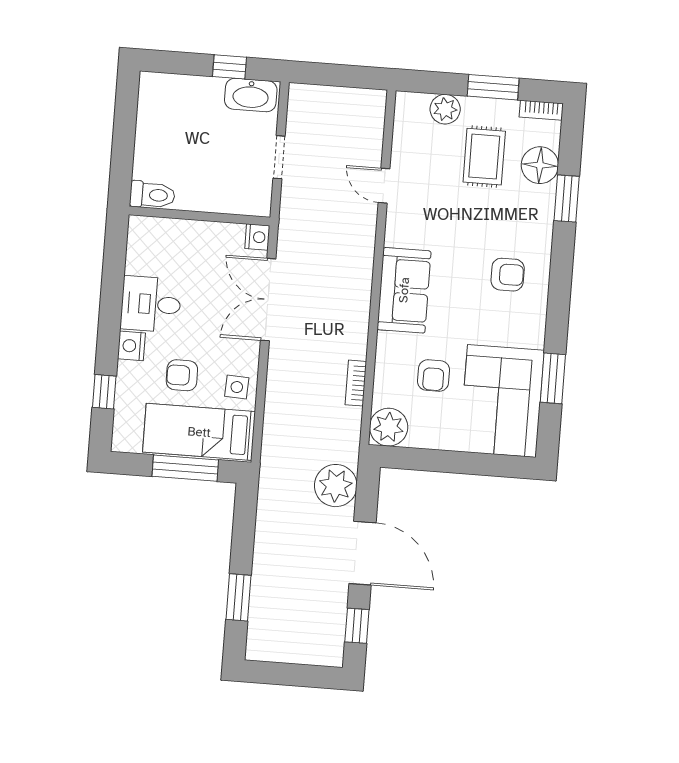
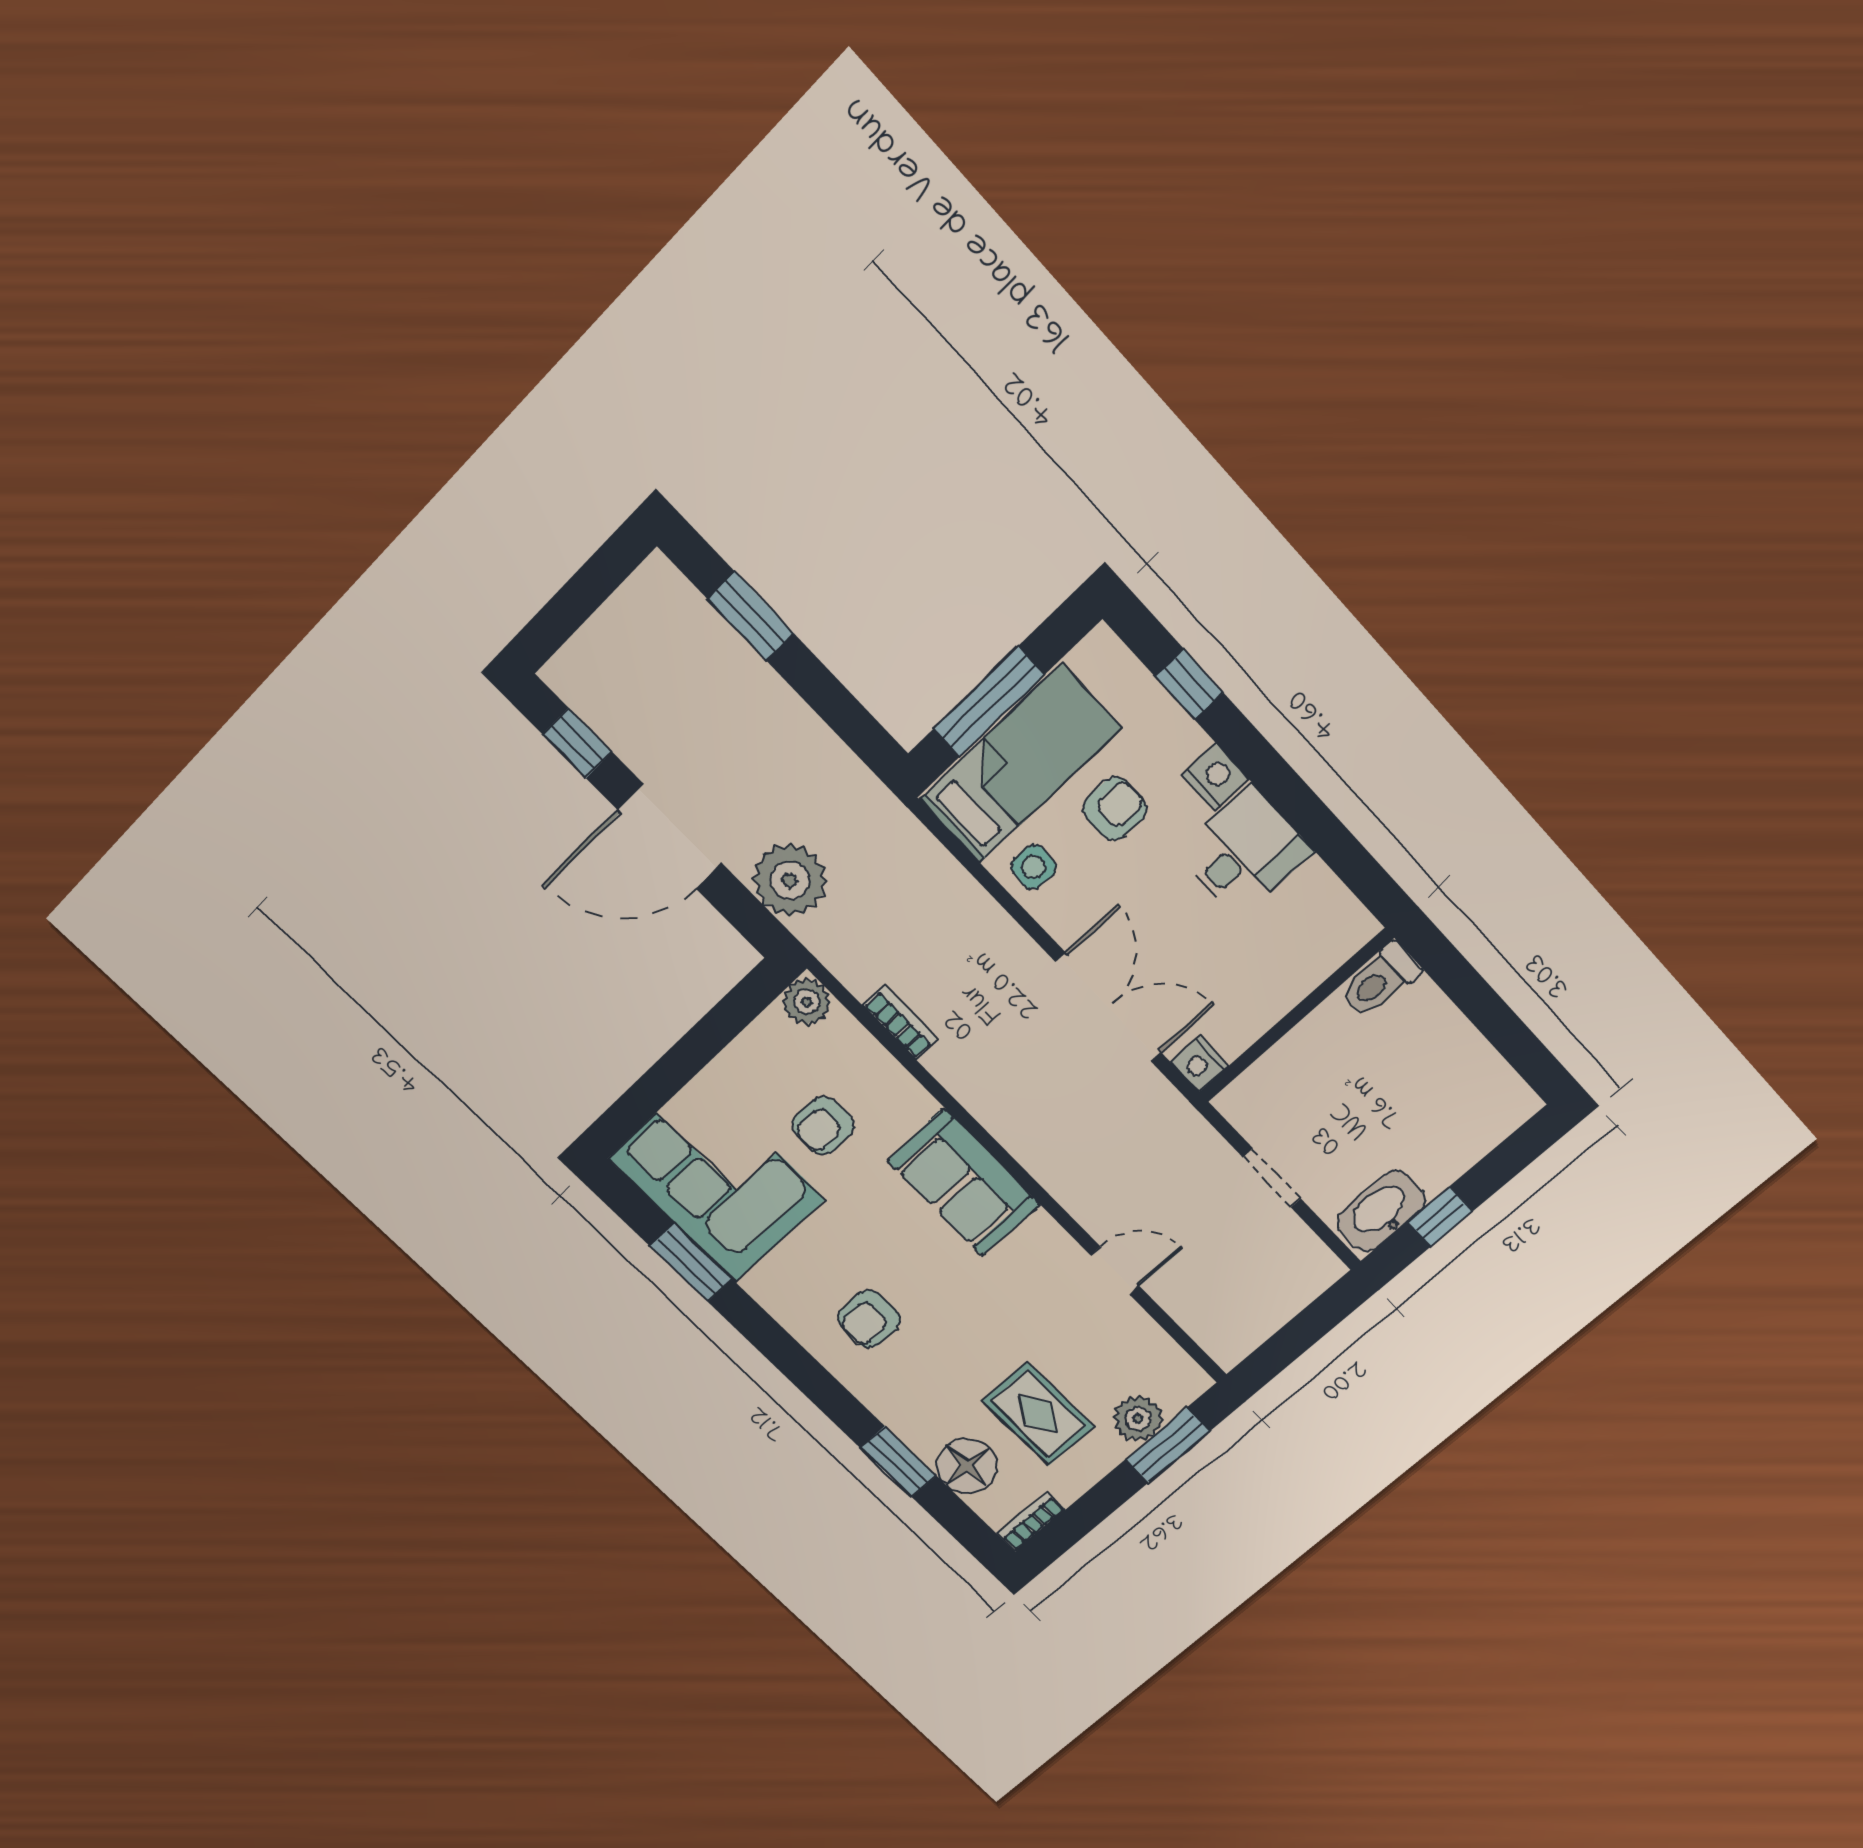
window: (493, 87) -> (1167, 1445), moved
armchair: (434, 376) -> (823, 1126), turned -90
plant: (389, 427) -> (807, 1002), width x0.73, depth x0.73

